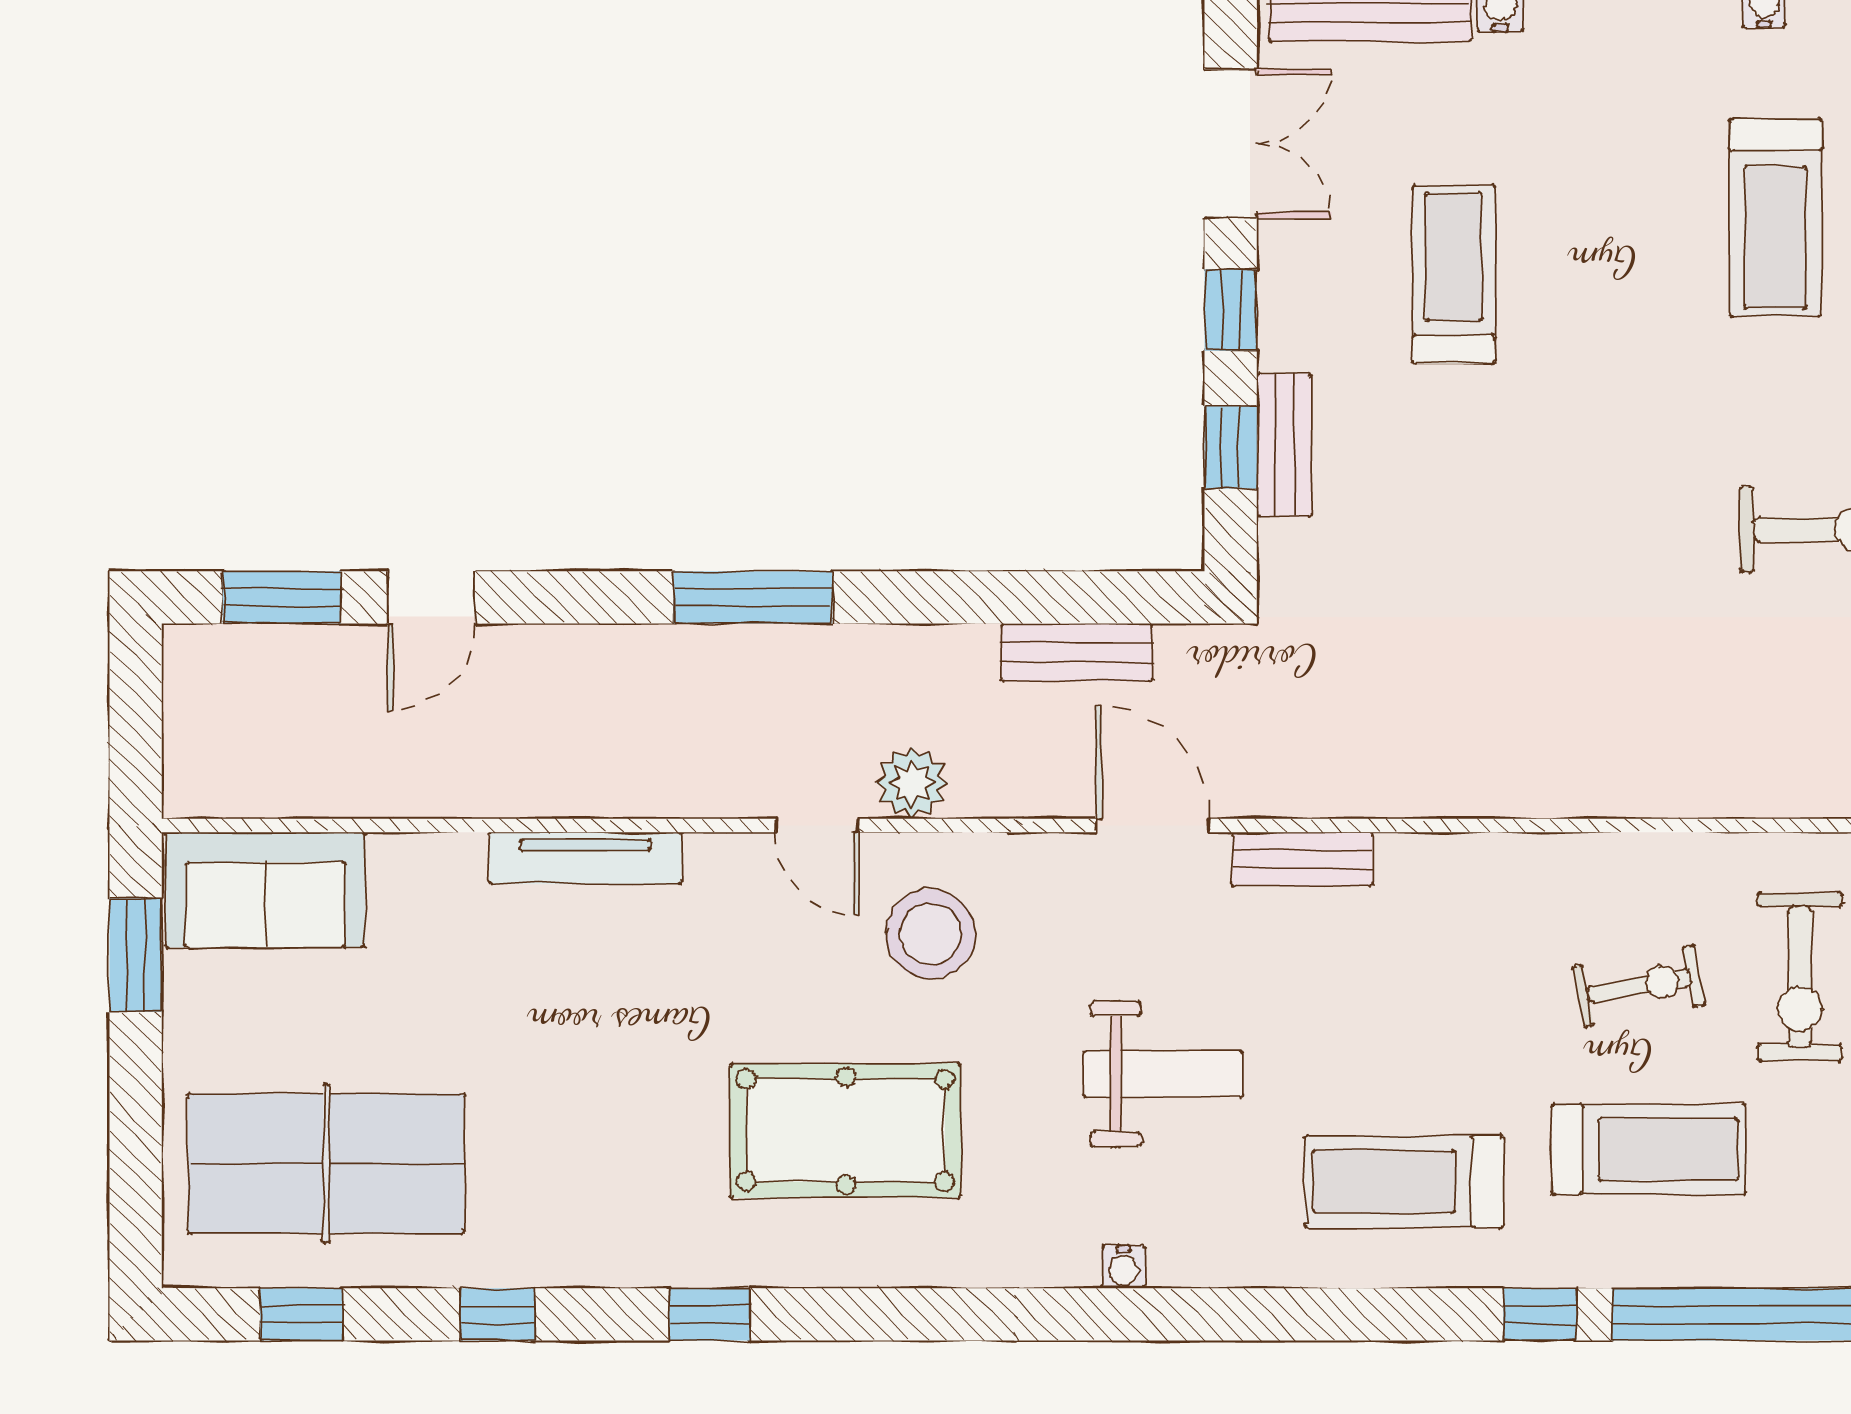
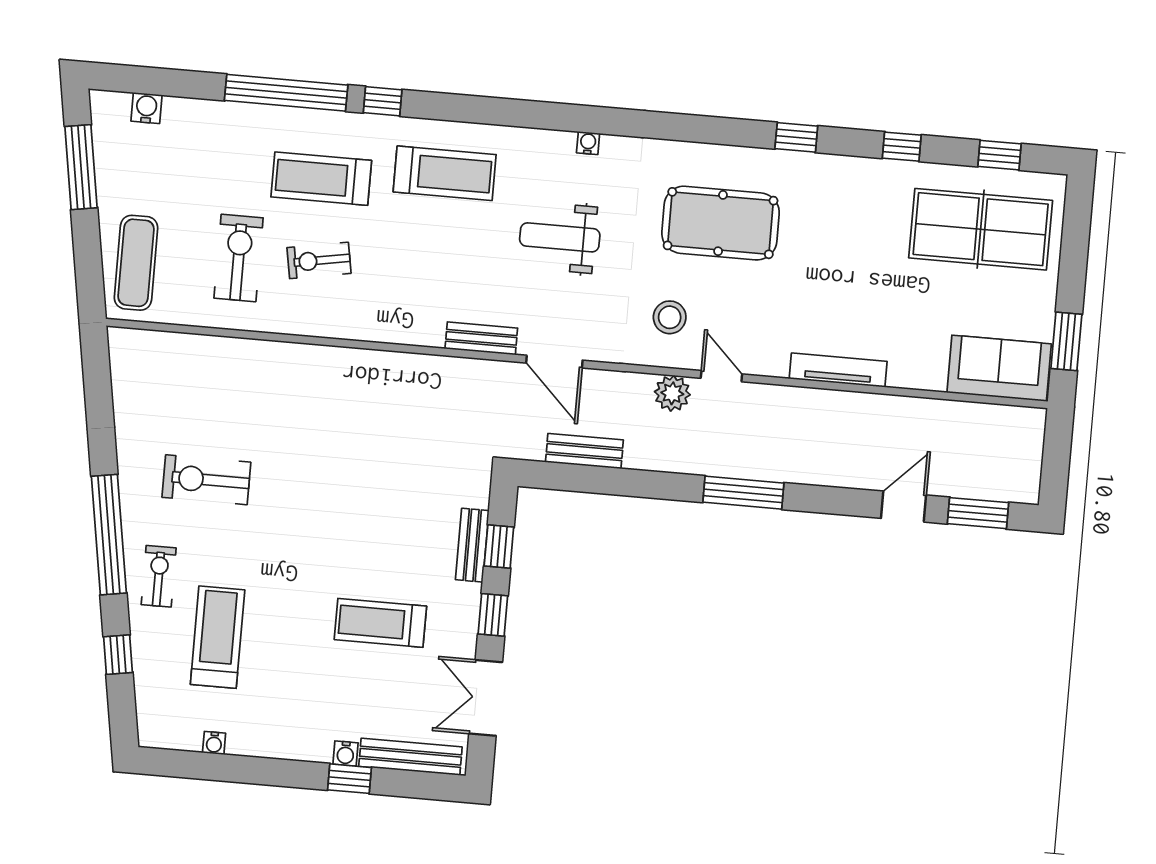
treadmill: (1454, 275) -> (380, 623), turned 90
stool: (930, 934) -> (670, 317), width x0.73, depth x0.73

